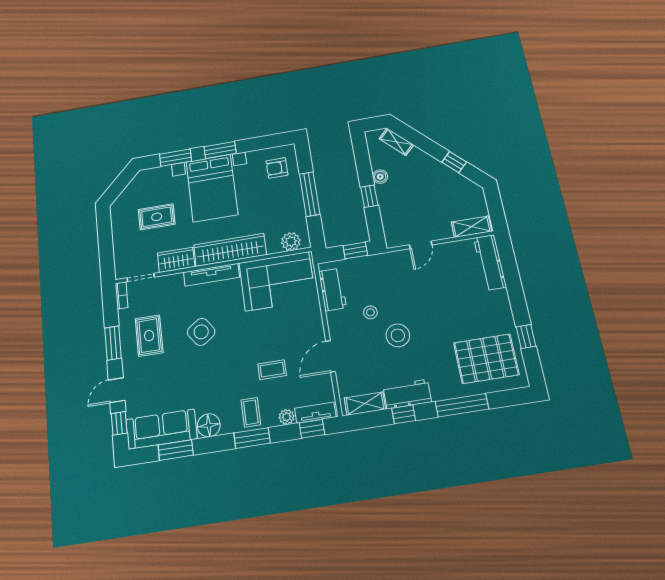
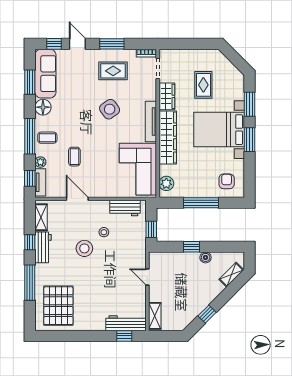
window: (526, 337) -> (124, 336), moved
window: (252, 438) -> (30, 136), width x1.44

